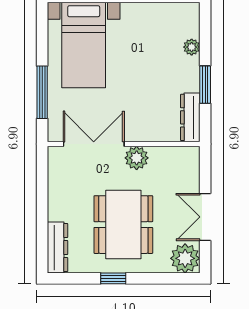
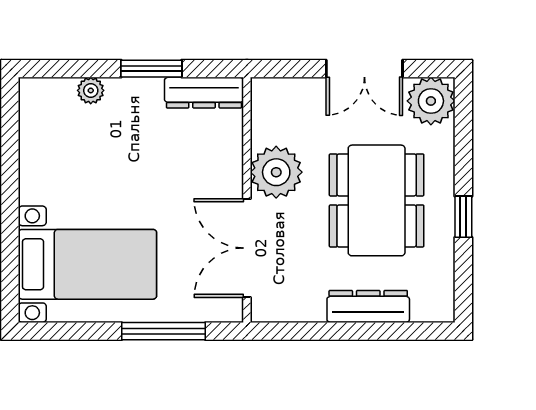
plant: (137, 158) -> (276, 172), width x1.36, depth x1.36
dining table: (123, 225) -> (377, 200), turned 90
dresser: (58, 248) -> (368, 306), moved

